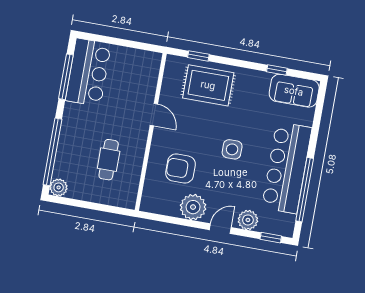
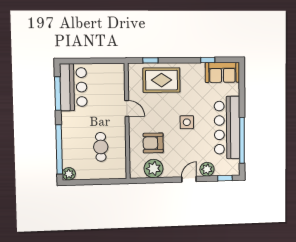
plant: (193, 207) -> (154, 169), moved

